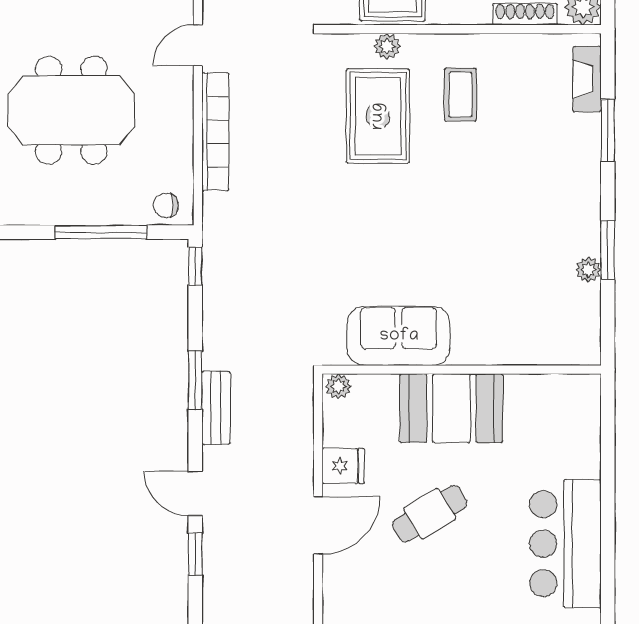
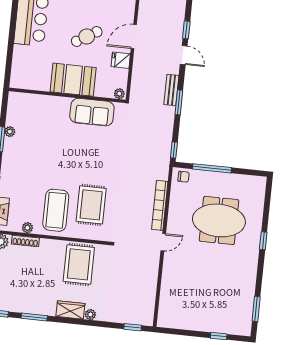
plant: (387, 46) -> (27, 228), moved
coffee table: (460, 95) -> (56, 210), width x1.86, depth x1.72

